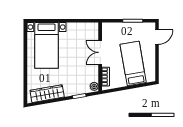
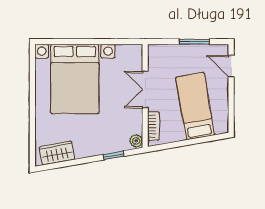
door: (157, 37) -> (231, 66), swing flipped
bed with nightstands: (47, 45) -> (75, 79), width x1.36
wardrobe: (47, 94) -> (57, 153), width x0.67

